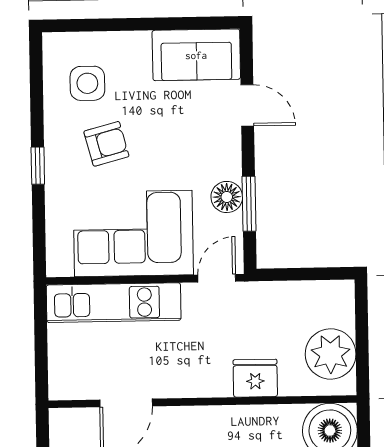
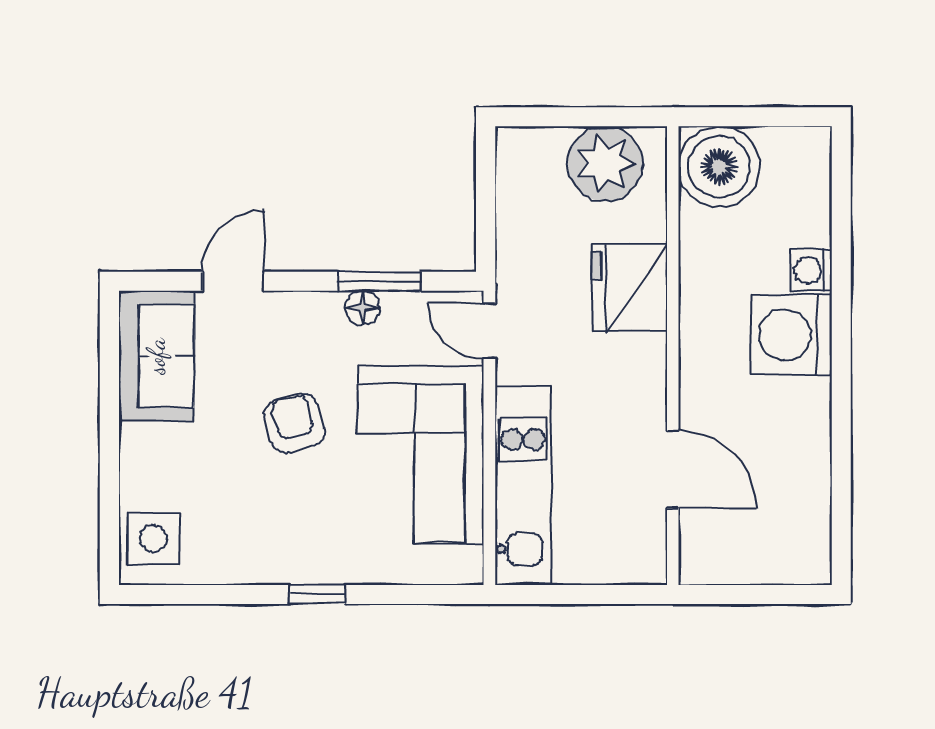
side table: (87, 83) -> (153, 538), moved
armchair: (106, 144) -> (294, 423), moved
floor lamp: (227, 197) -> (363, 308), width x0.73, depth x0.73
fridge: (255, 378) -> (630, 288), width x1.36, depth x1.34

